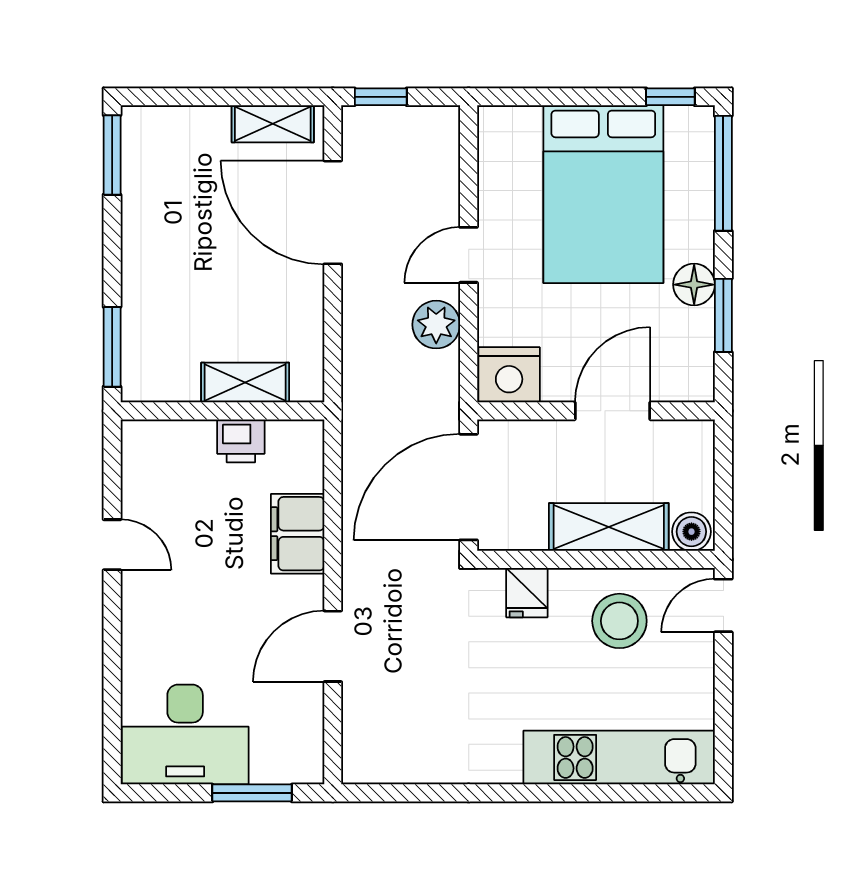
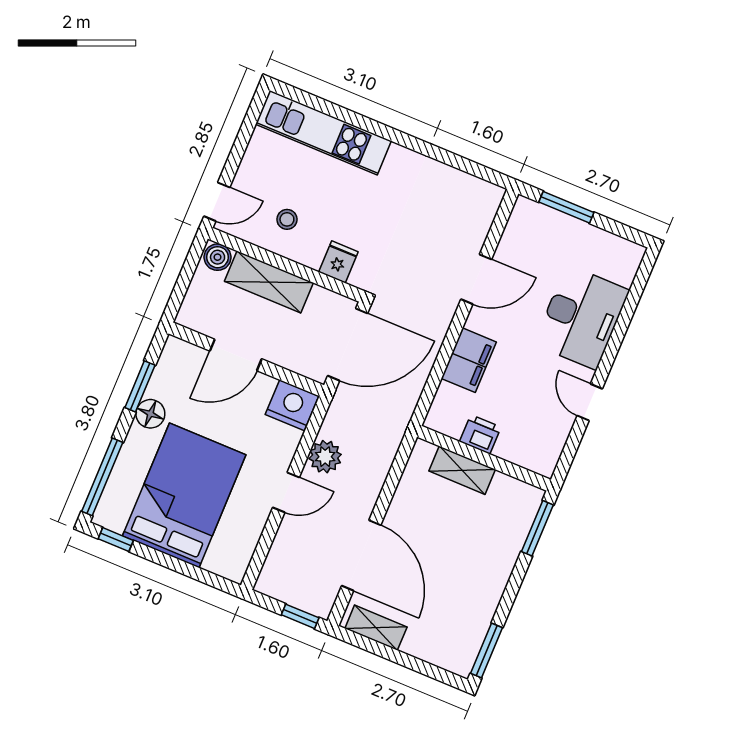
stool: (619, 621) -> (287, 219), width x0.53, depth x0.53
desk: (185, 735) -> (582, 317), moved, turned 90

